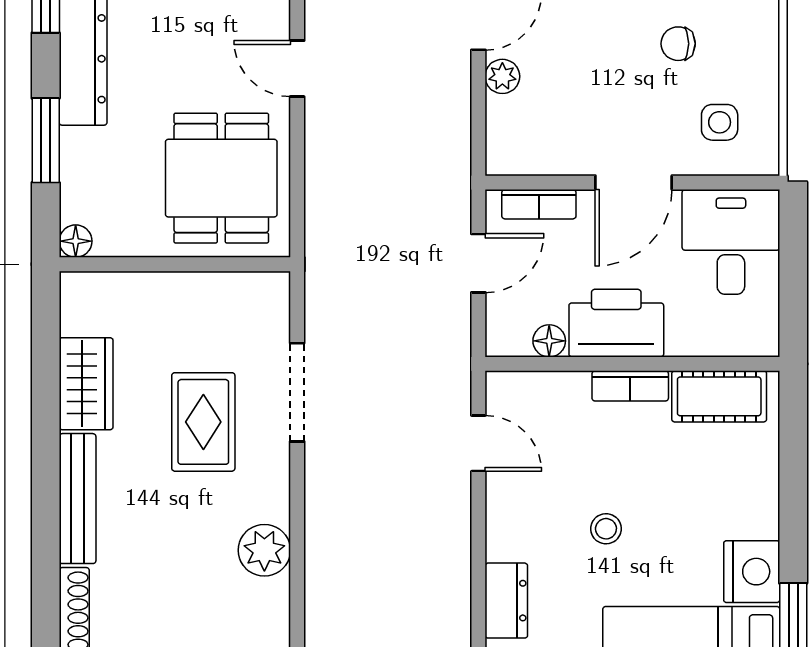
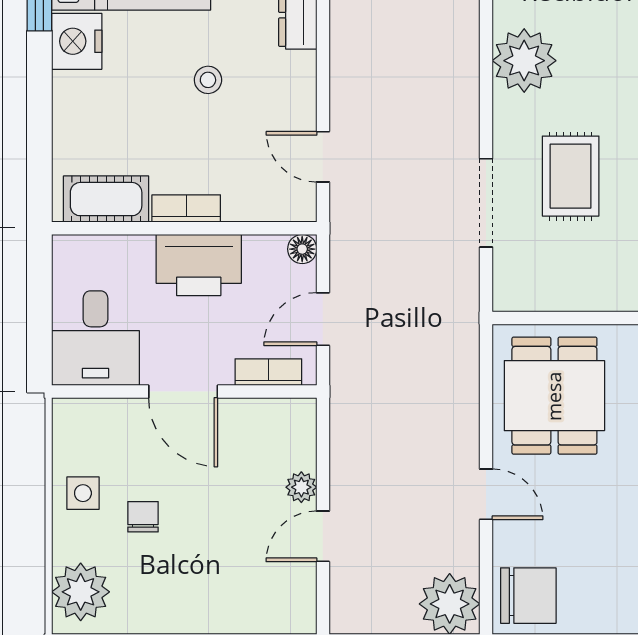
chair: (678, 44) -> (143, 517), turned -90
side table: (720, 122) -> (83, 493), moved
door: (634, 183) -> (183, 392), swing flipped
floor lamp: (549, 341) -> (302, 249), moved
plant: (264, 550) -> (524, 61), width x1.36, depth x1.36

